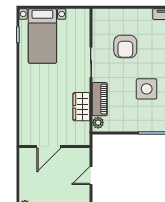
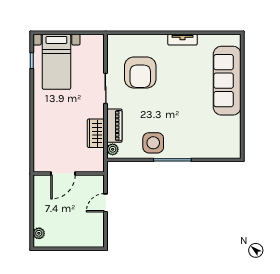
armchair: (125, 47) -> (140, 72), width x1.36, depth x1.36
side table: (147, 89) -> (153, 143), moved

